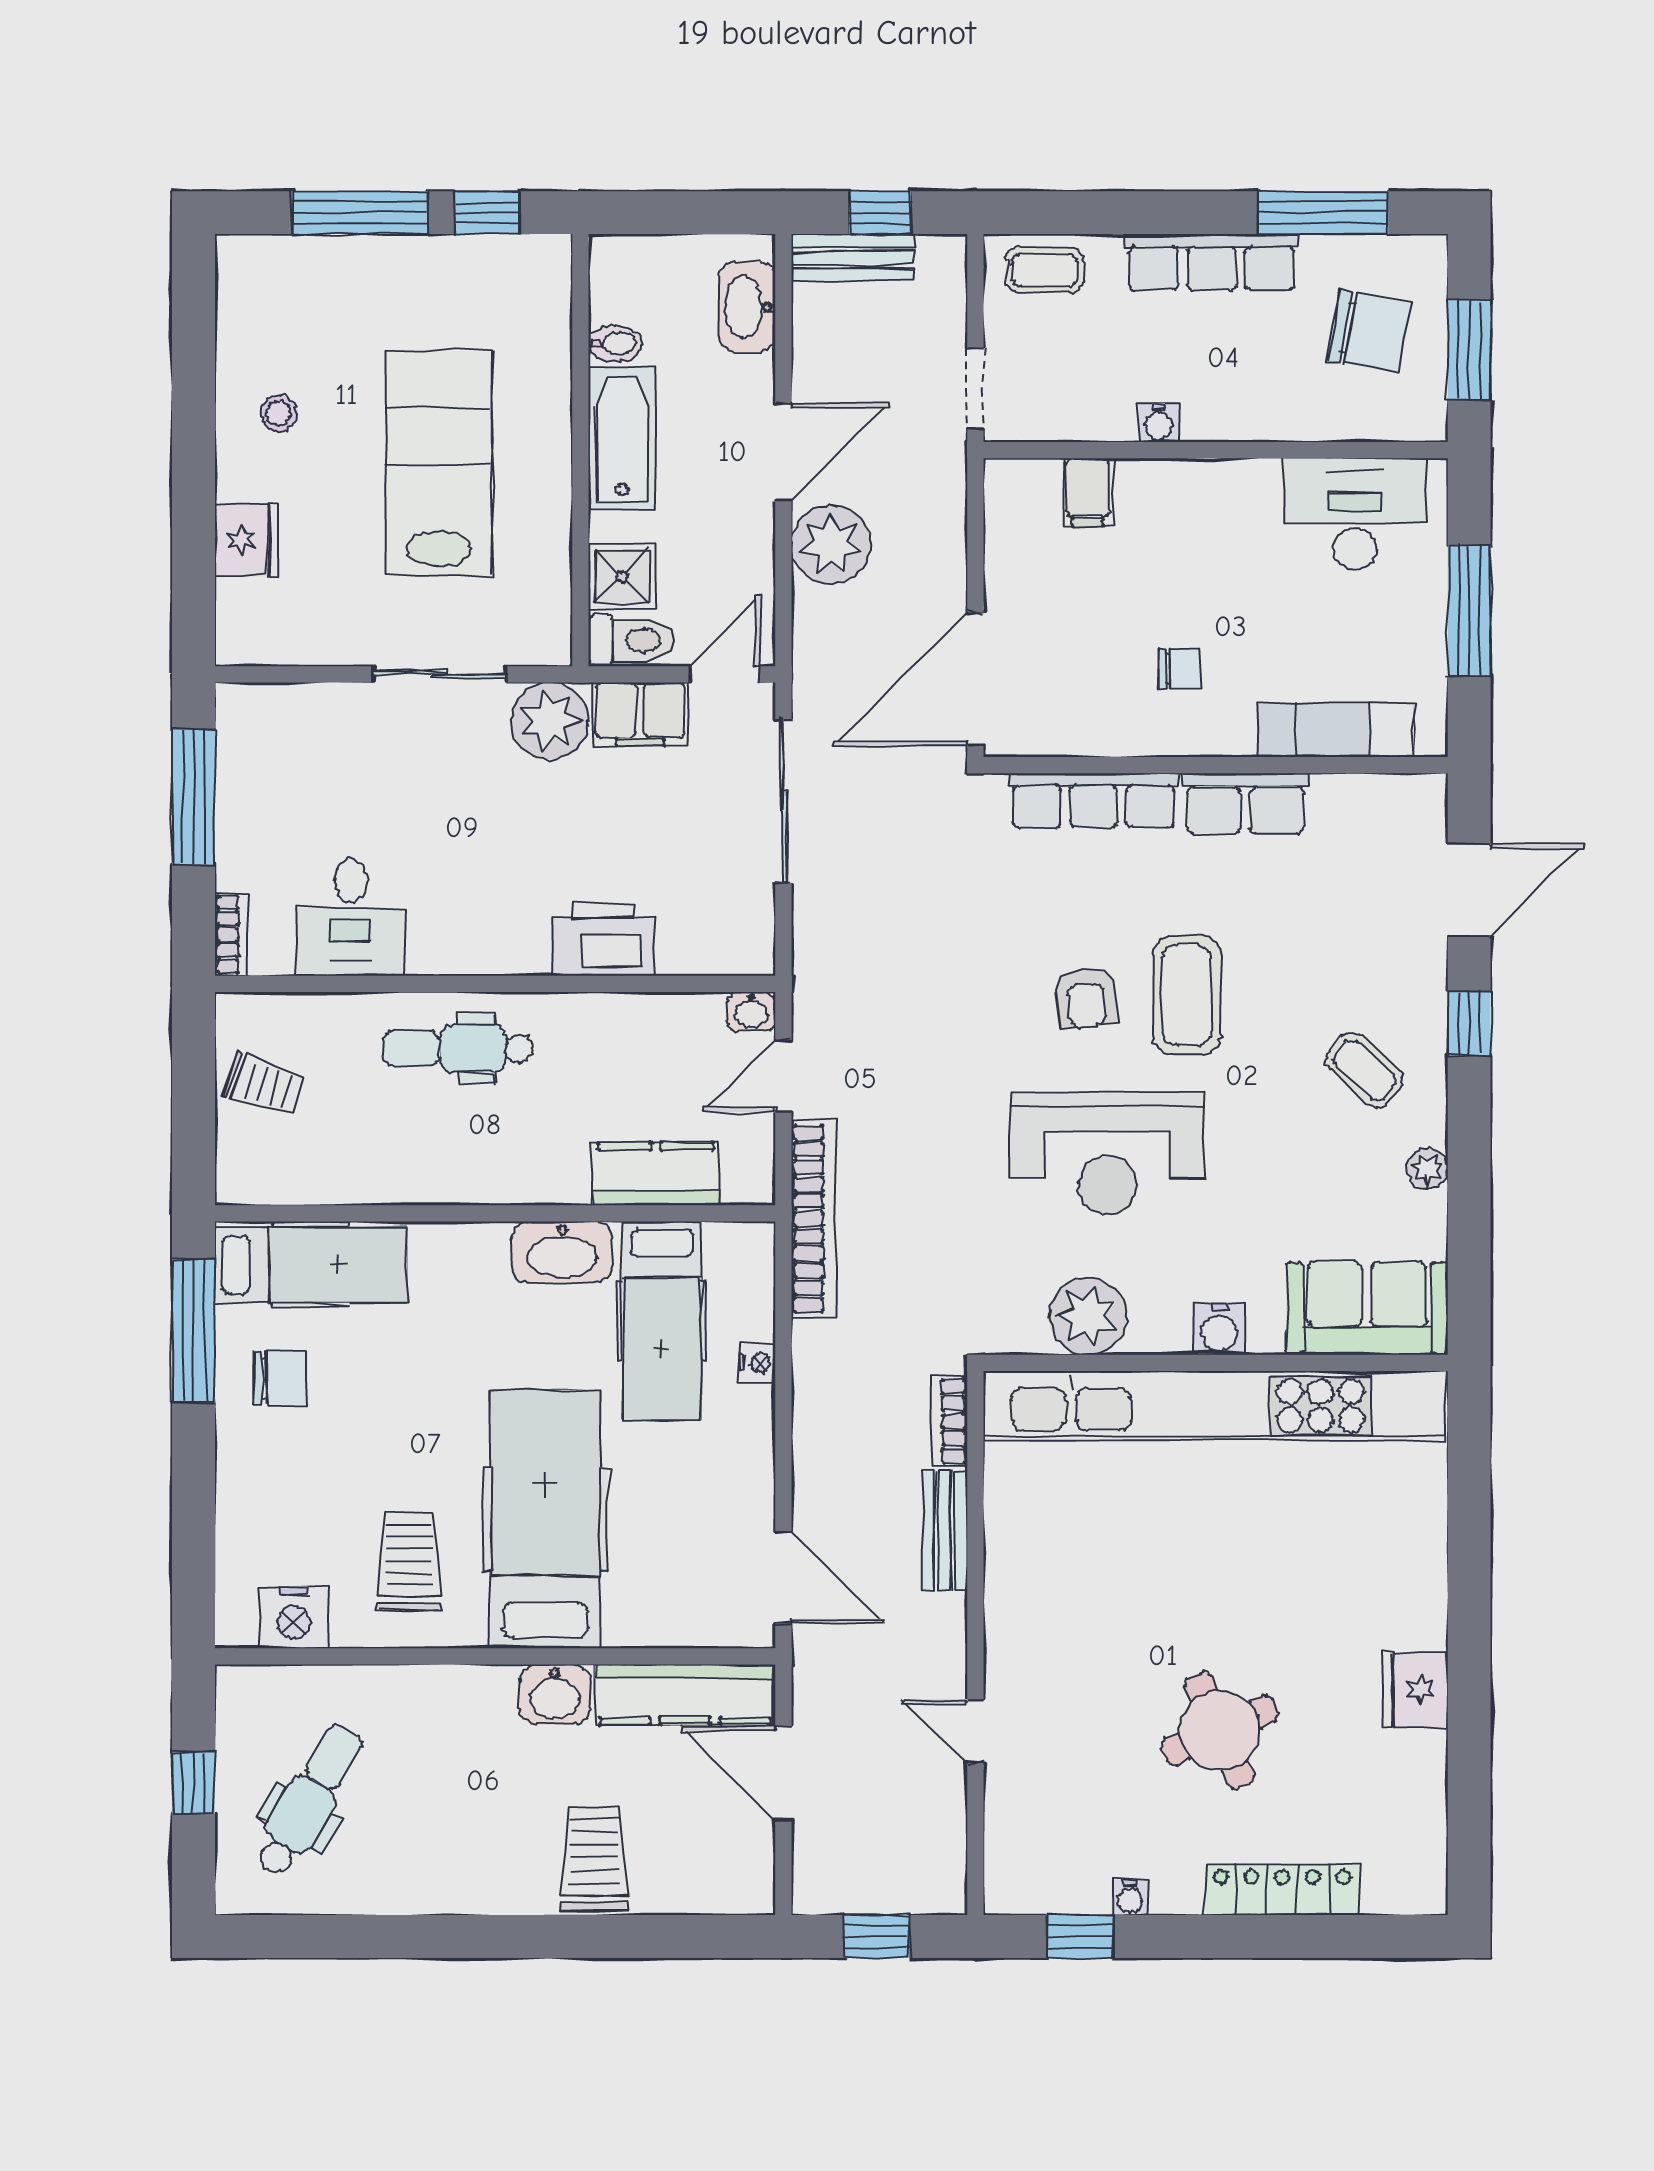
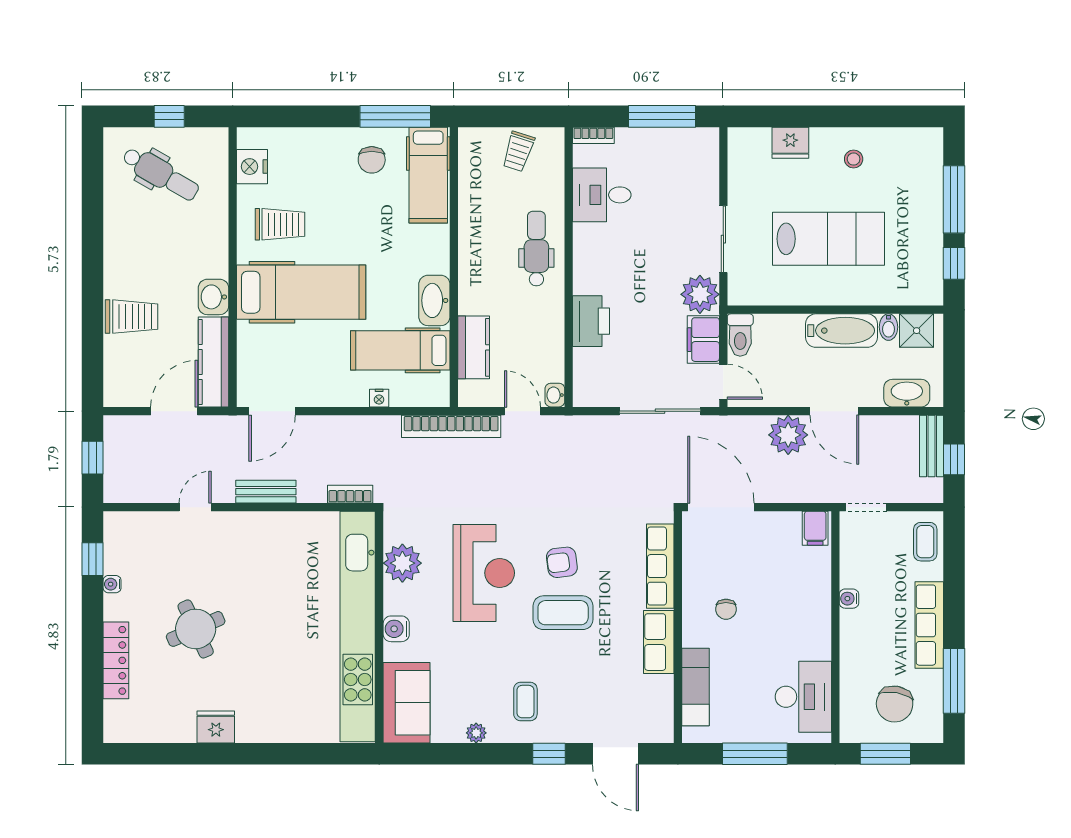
filing cabinet: (1088, 492) -> (815, 528), moved, turned -90
shower: (622, 576) -> (917, 331), moved
coffee table: (1365, 1070) -> (525, 702), turned -43
reception desk: (1107, 1154) -> (484, 573), turned 180
bench: (945, 1531) -> (266, 492), moved

